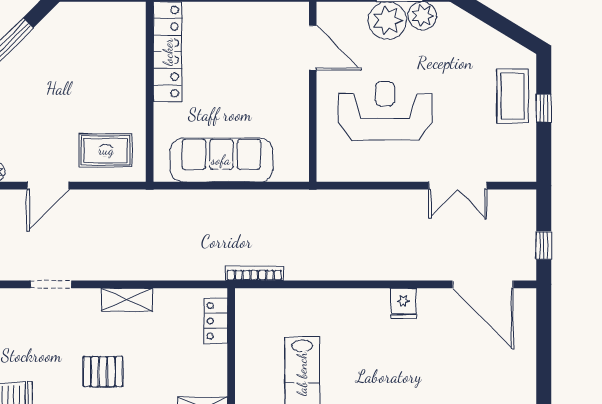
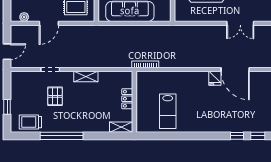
door: (483, 284) -> (235, 69), moved
locker: (216, 321) -> (127, 99), moved
pallet: (103, 372) -> (55, 96), moved, turned 90

